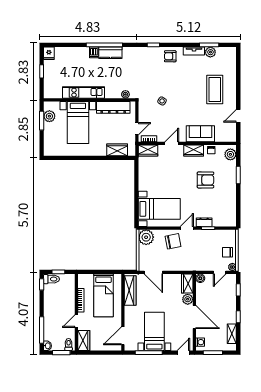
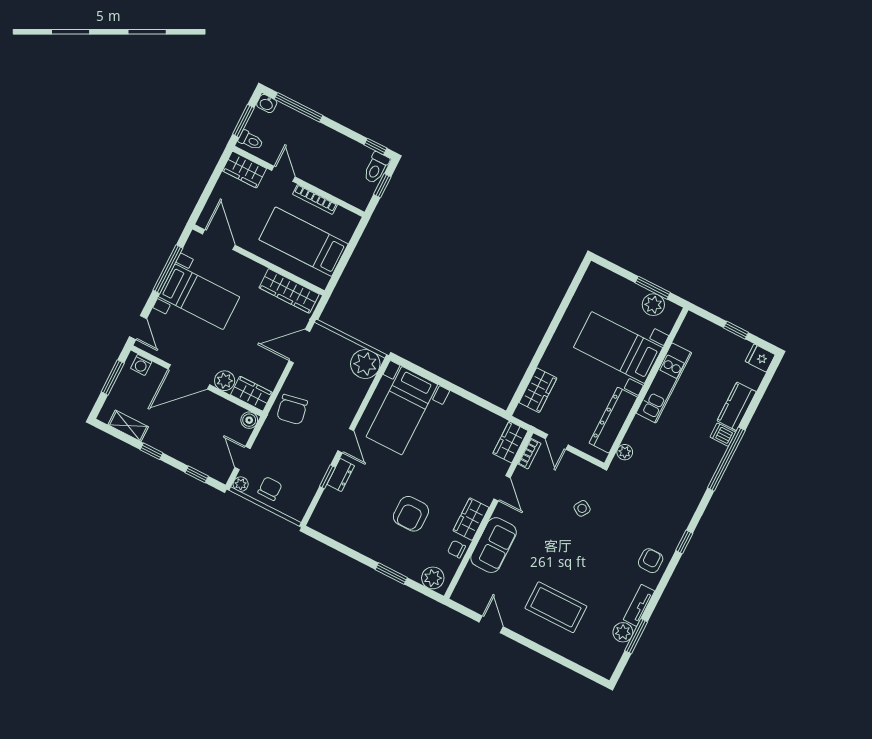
kitchen counter: (110, 53) -> (737, 406), moved
chair: (173, 241) -> (292, 410), moved

